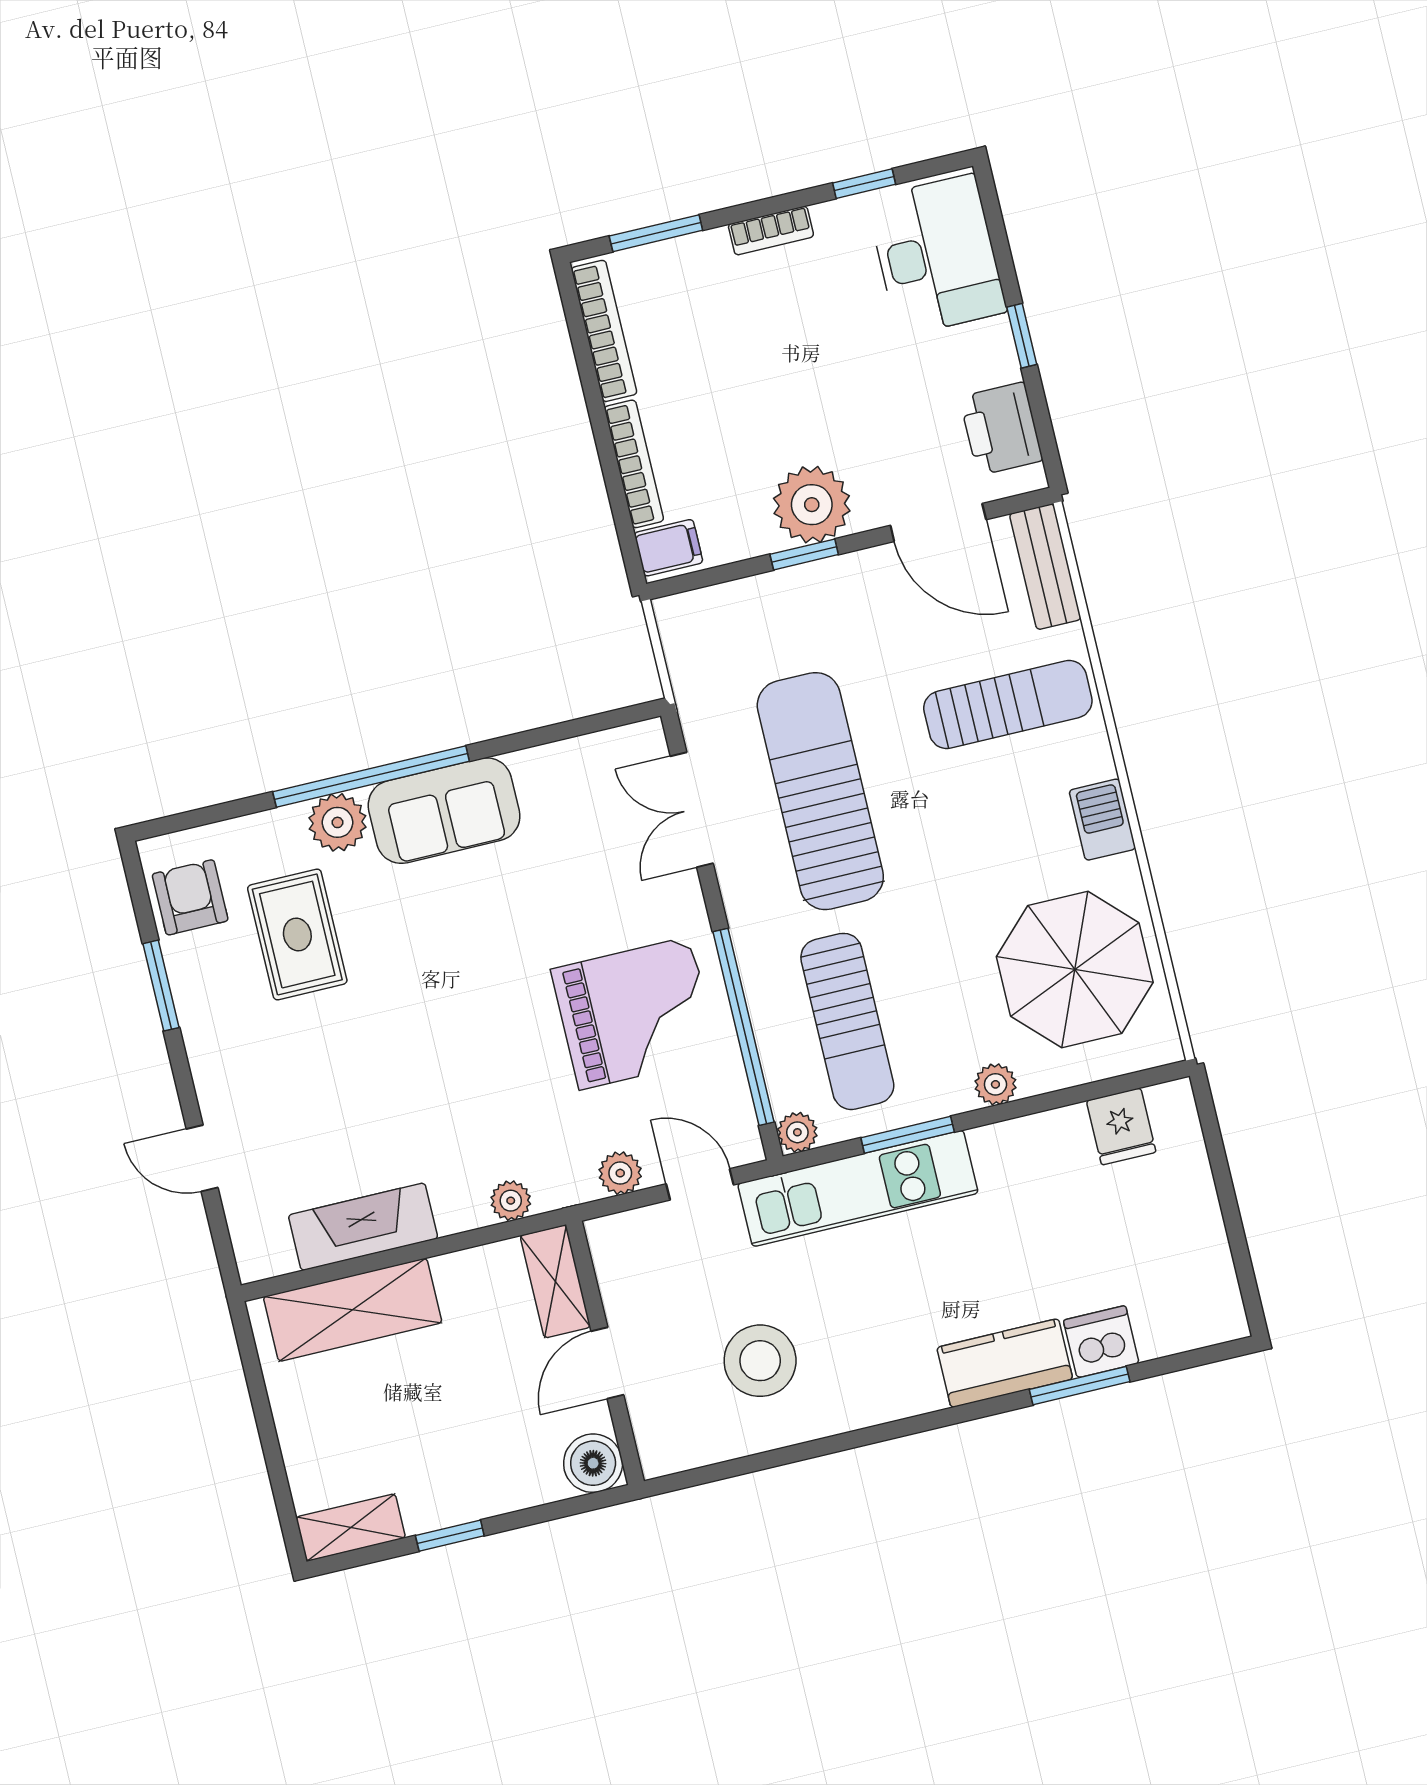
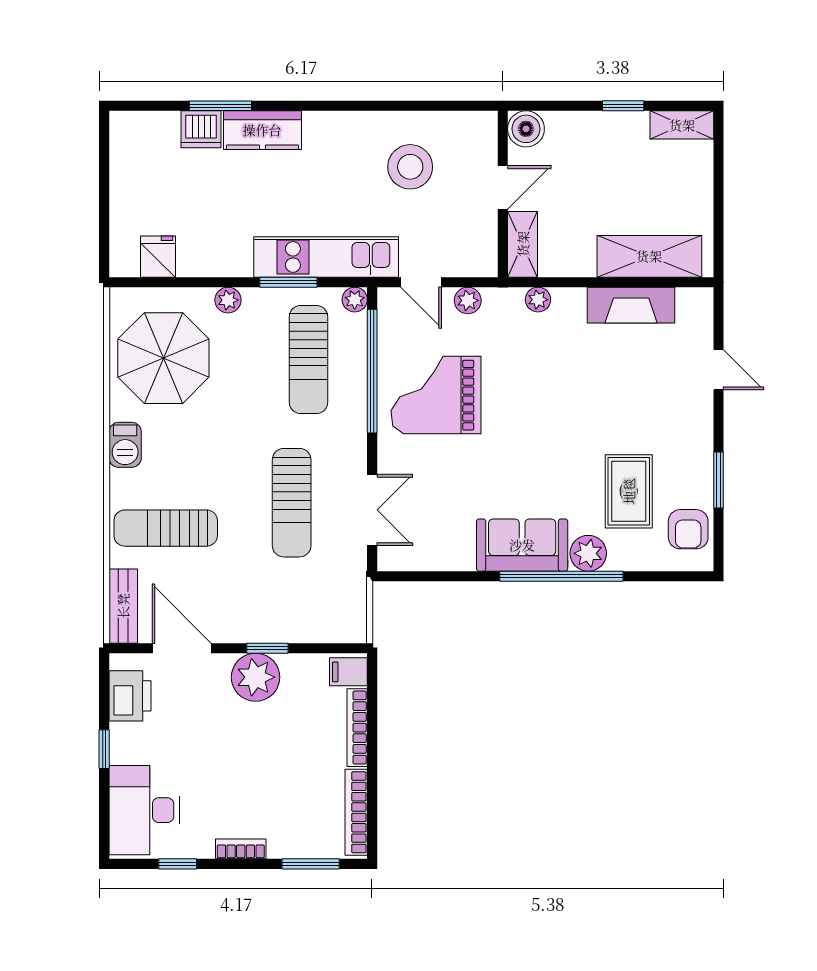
sun lounger: (820, 791) -> (292, 503), width x0.73, depth x0.75
sun lounger: (847, 1021) -> (308, 359), turned 180

